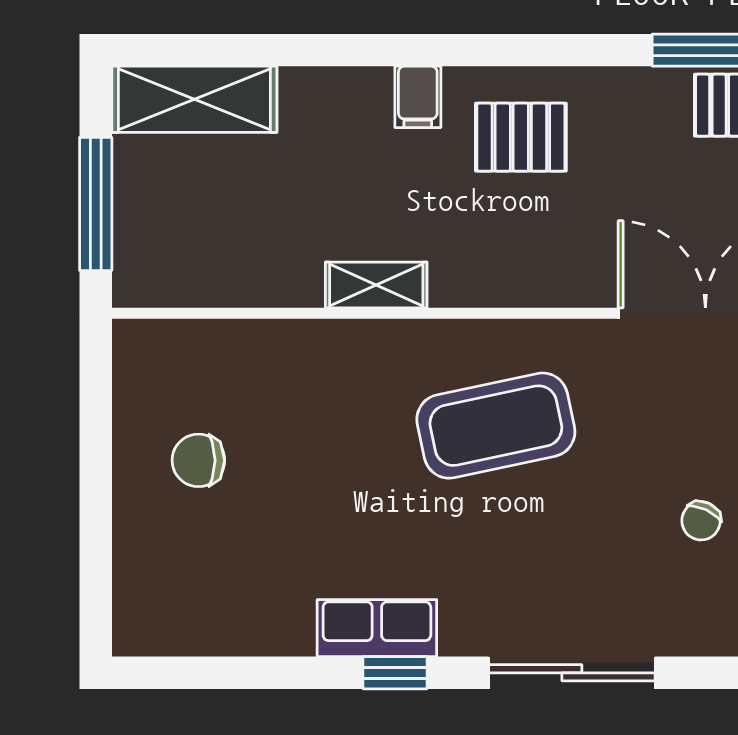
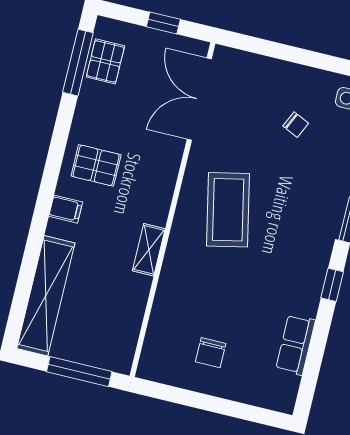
shelving: (194, 99) -> (46, 296), width x1.47
pallet: (521, 137) -> (96, 165), turned 90
row of seats: (377, 628) -> (296, 345), moved

